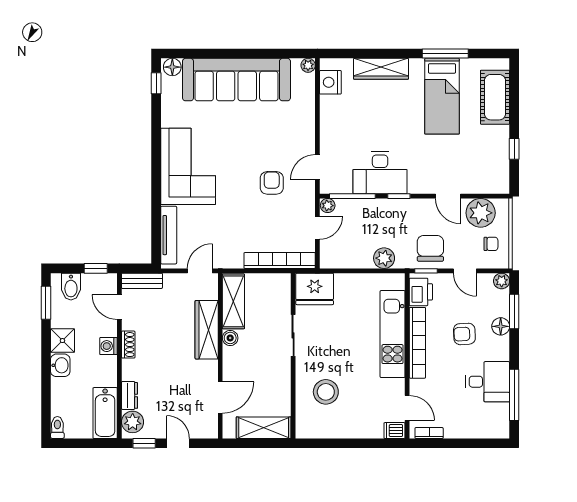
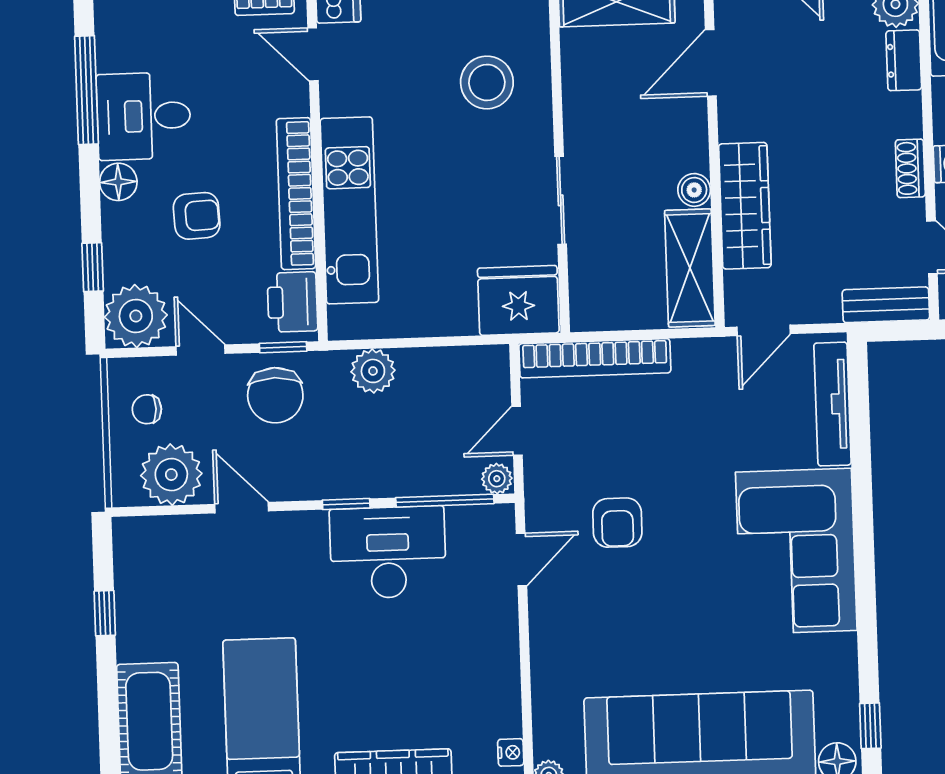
nightstand: (330, 82) -> (511, 752), width x0.53, depth x0.56
plant: (502, 281) -> (136, 316), width x1.87, depth x1.87
window: (514, 312) -> (93, 267), width x0.67
floor lamp: (501, 326) -> (118, 182), moved

